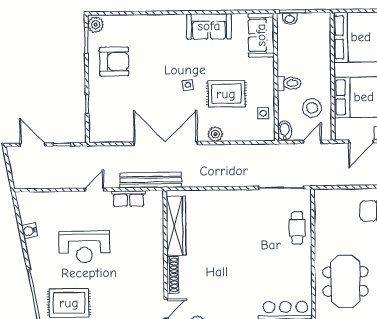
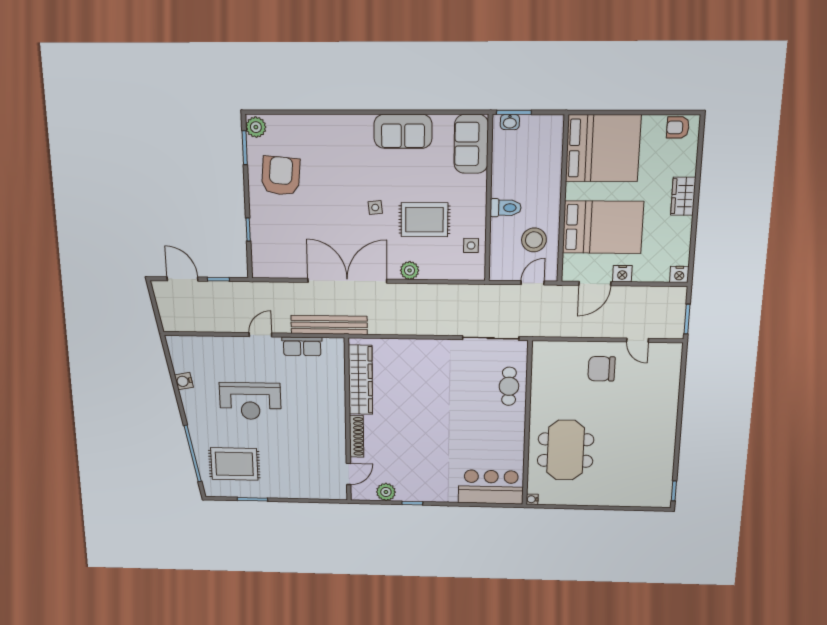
armchair: (114, 62) -> (281, 176), turned -85
bidet: (285, 131) -> (498, 268), removed

